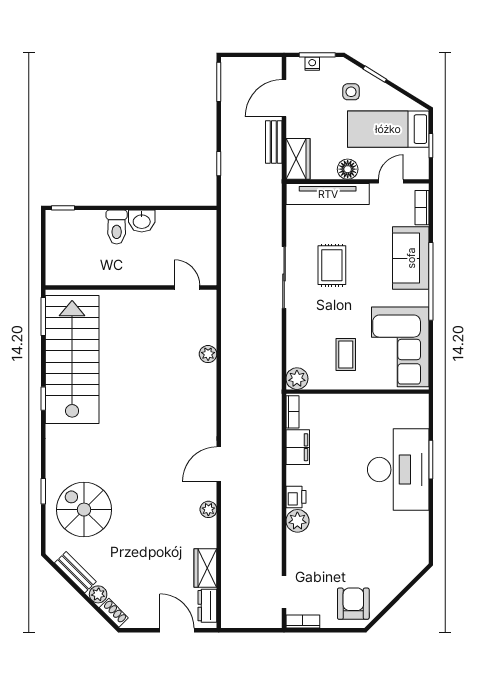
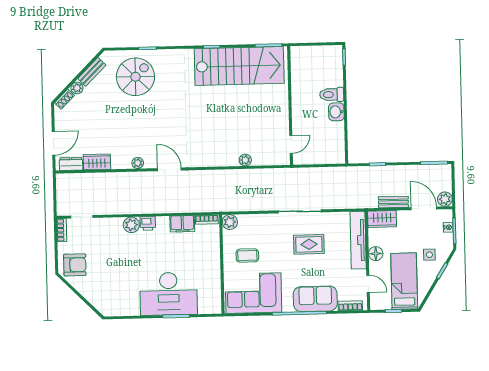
plant: (271, 67) -> (445, 199), added

